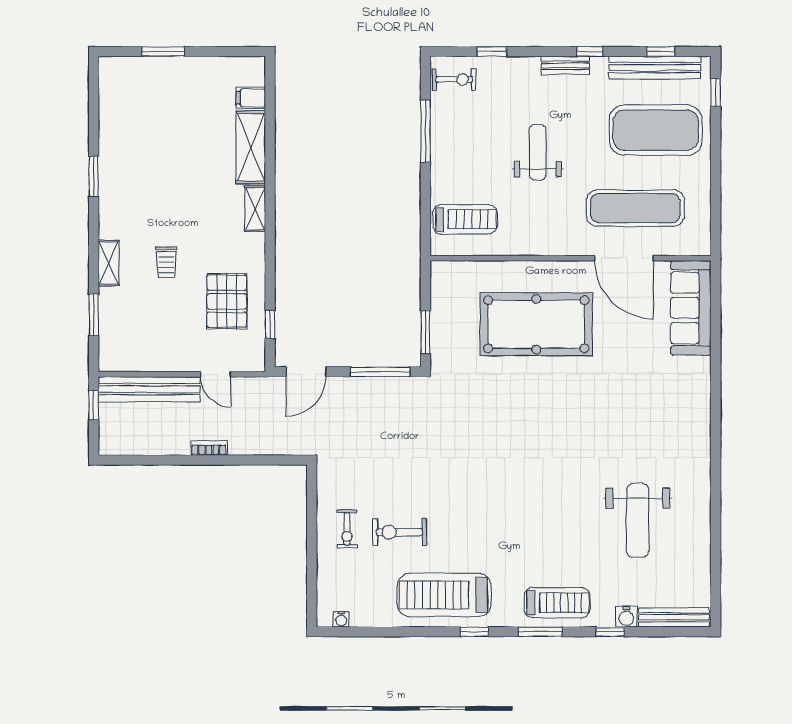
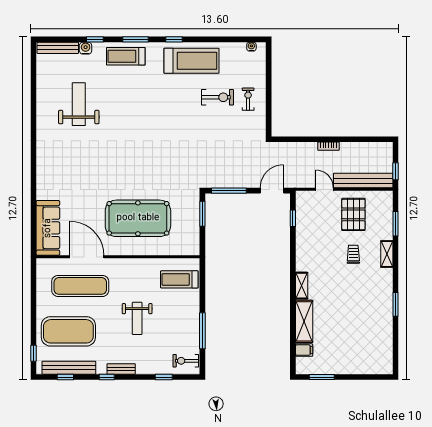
window: (163, 52) -> (322, 377), moved
pallet: (227, 301) -> (353, 214), moved

